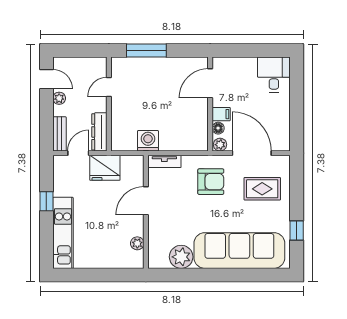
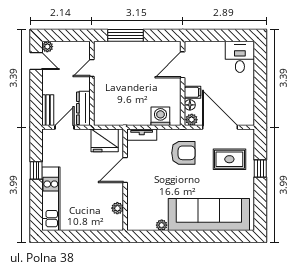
plant: (59, 98) -> (47, 47), moved
washing machine: (148, 141) -> (160, 116), moved
fridge: (105, 168) -> (105, 140), moved
window: (297, 231) -> (260, 168), moved
plant: (181, 257) -> (162, 225), width x0.53, depth x0.53

